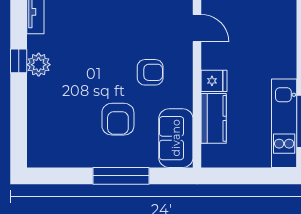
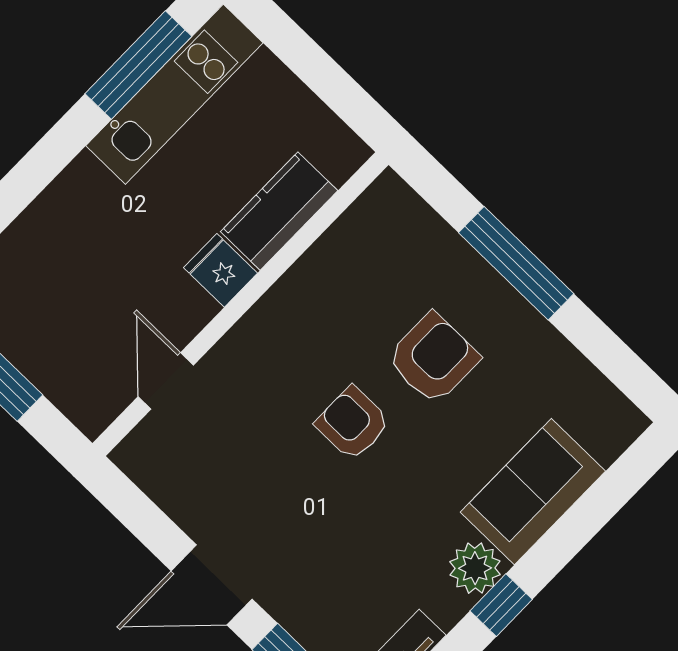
armchair: (150, 72) -> (353, 423), moved
sofa: (176, 138) -> (533, 492), moved, turned 180

